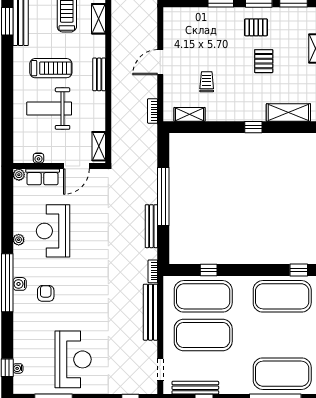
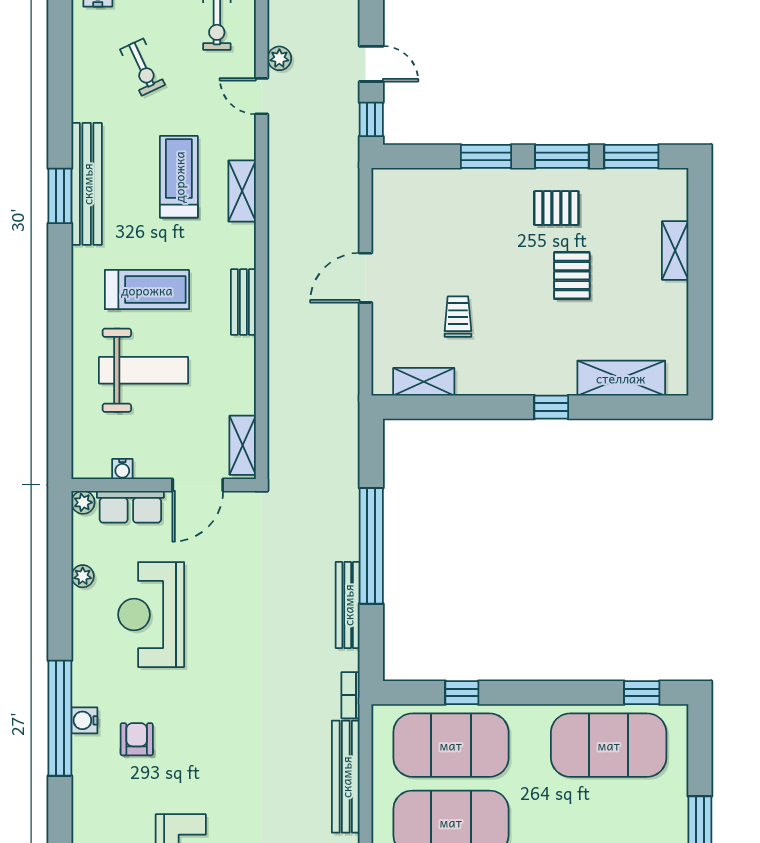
weight bench: (49, 109) -> (144, 370), turned 180
bookcase: (153, 111) -> (350, 375), removed
plant: (19, 240) -> (83, 576), moved

